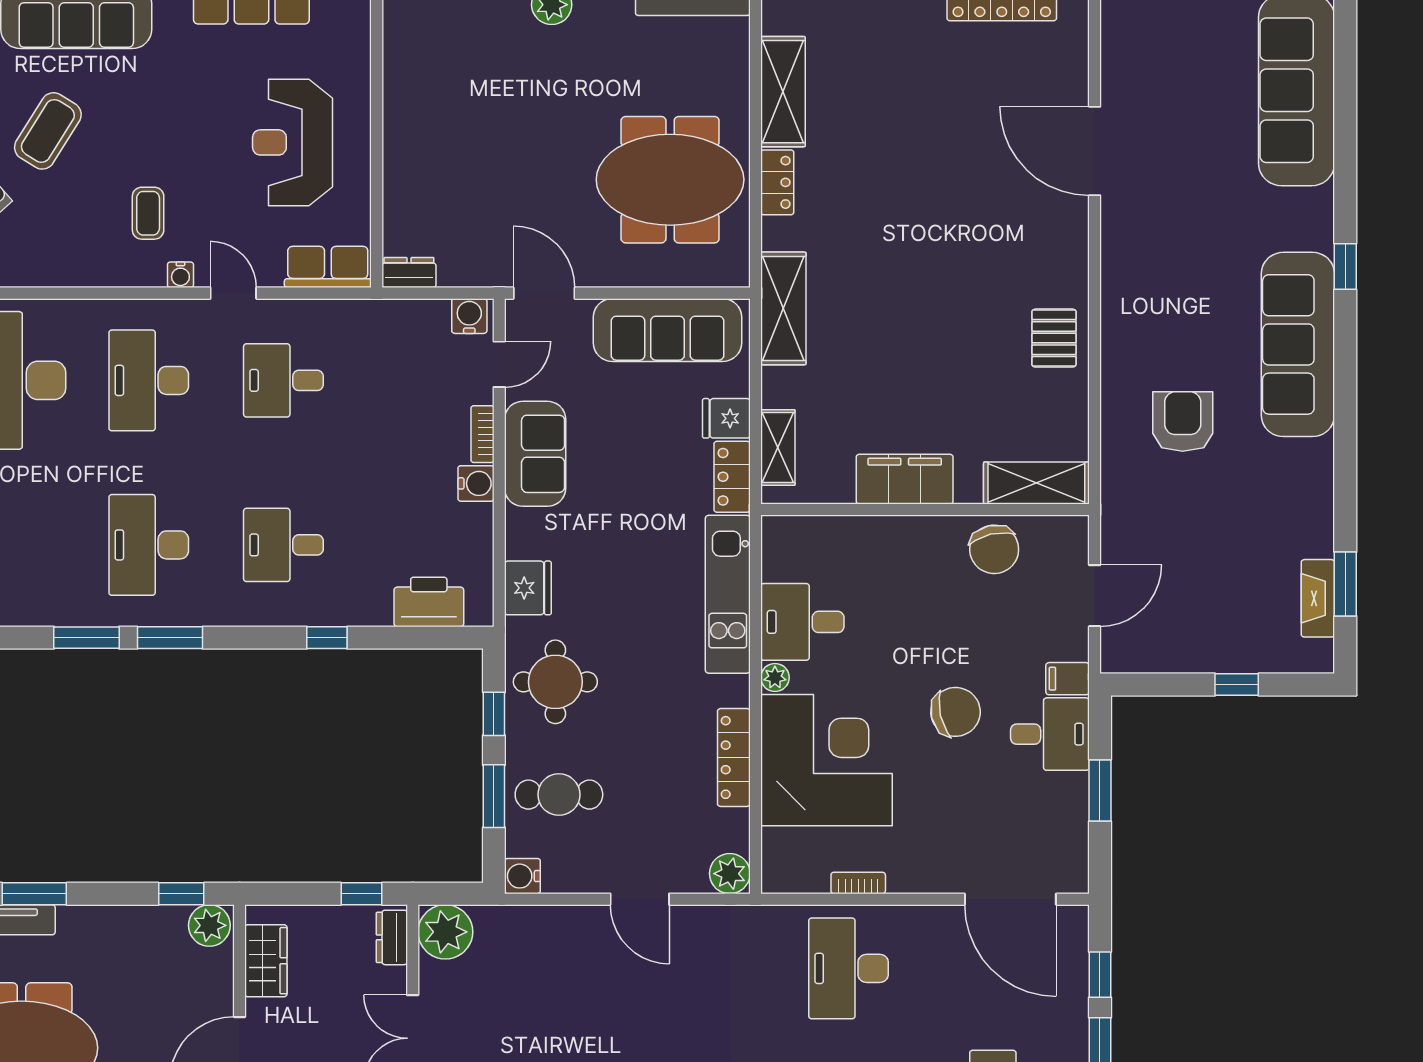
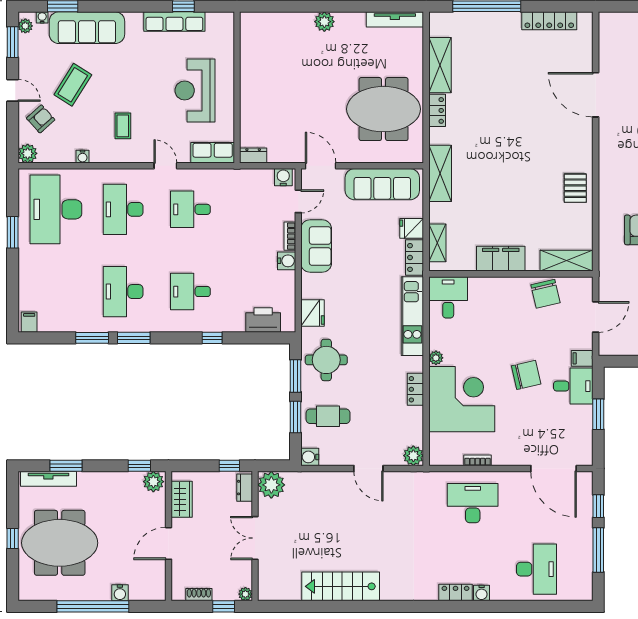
water cooler: (180, 275) -> (83, 157), moved
desk: (802, 622) -> (448, 297), moved, turned 90
window: (494, 714) -> (296, 376), width x1.50
locker: (734, 757) -> (415, 389), width x0.66
desk: (849, 968) -> (473, 503), turned 90

